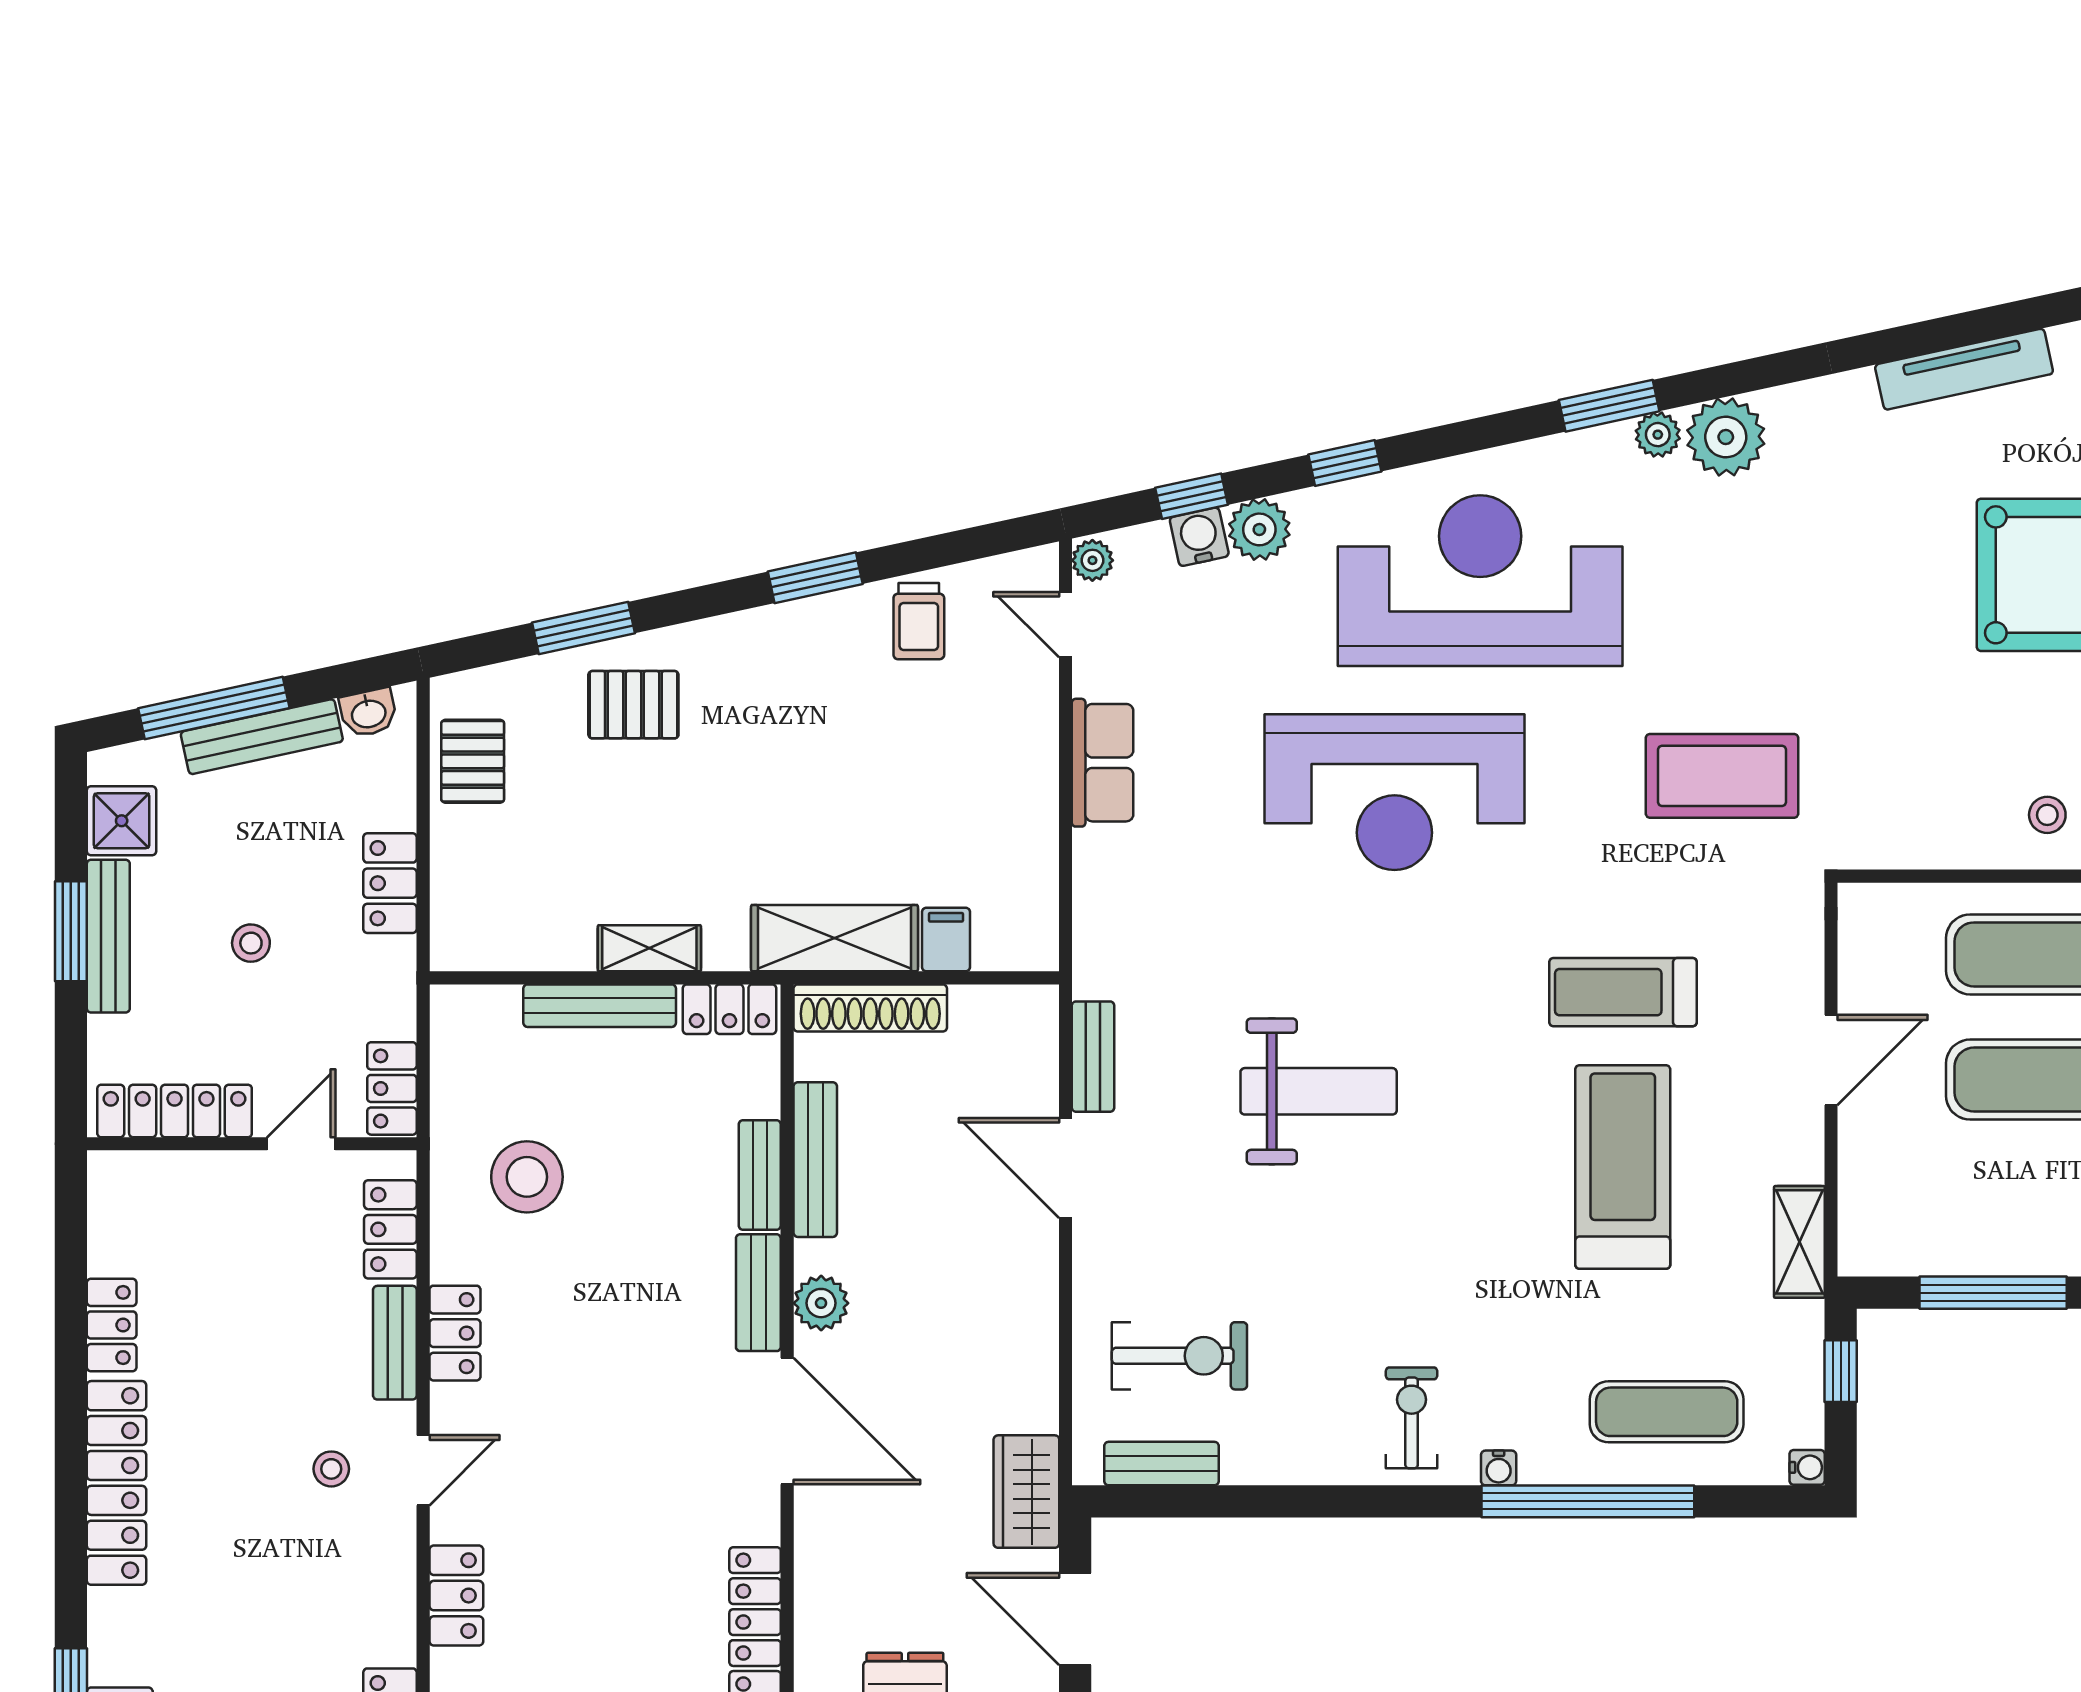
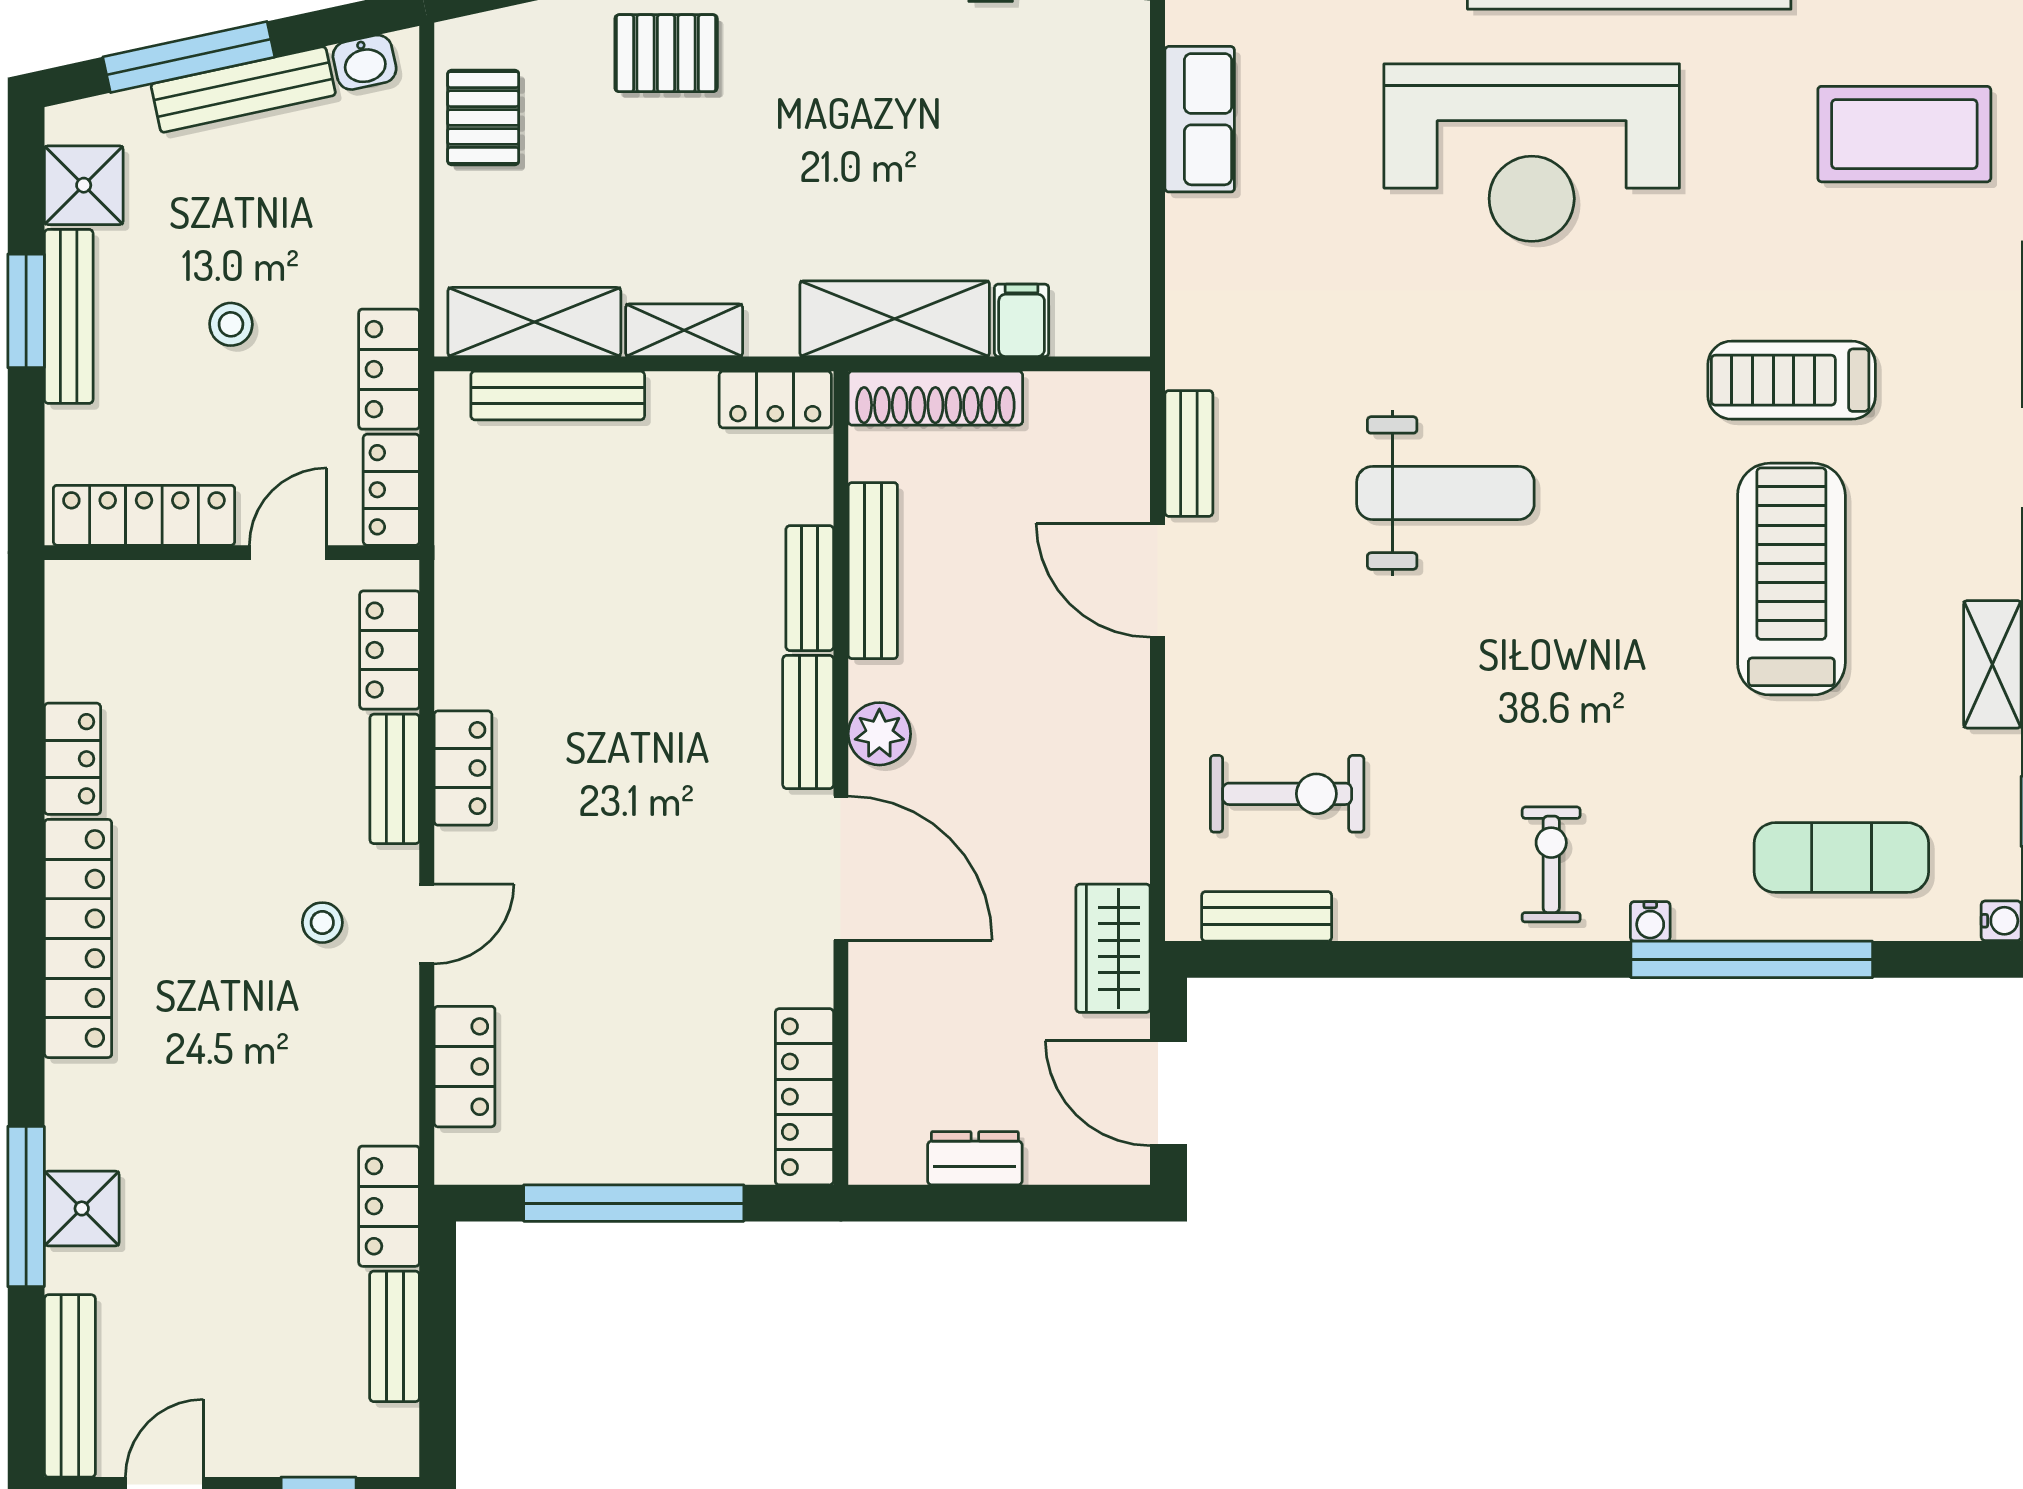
locker: (390, 883) -> (389, 369), moved
shelving: (518, 941) -> (534, 322), added
bench: (600, 1006) -> (558, 395), moved
stool: (527, 1177) -> (545, 590), removed

